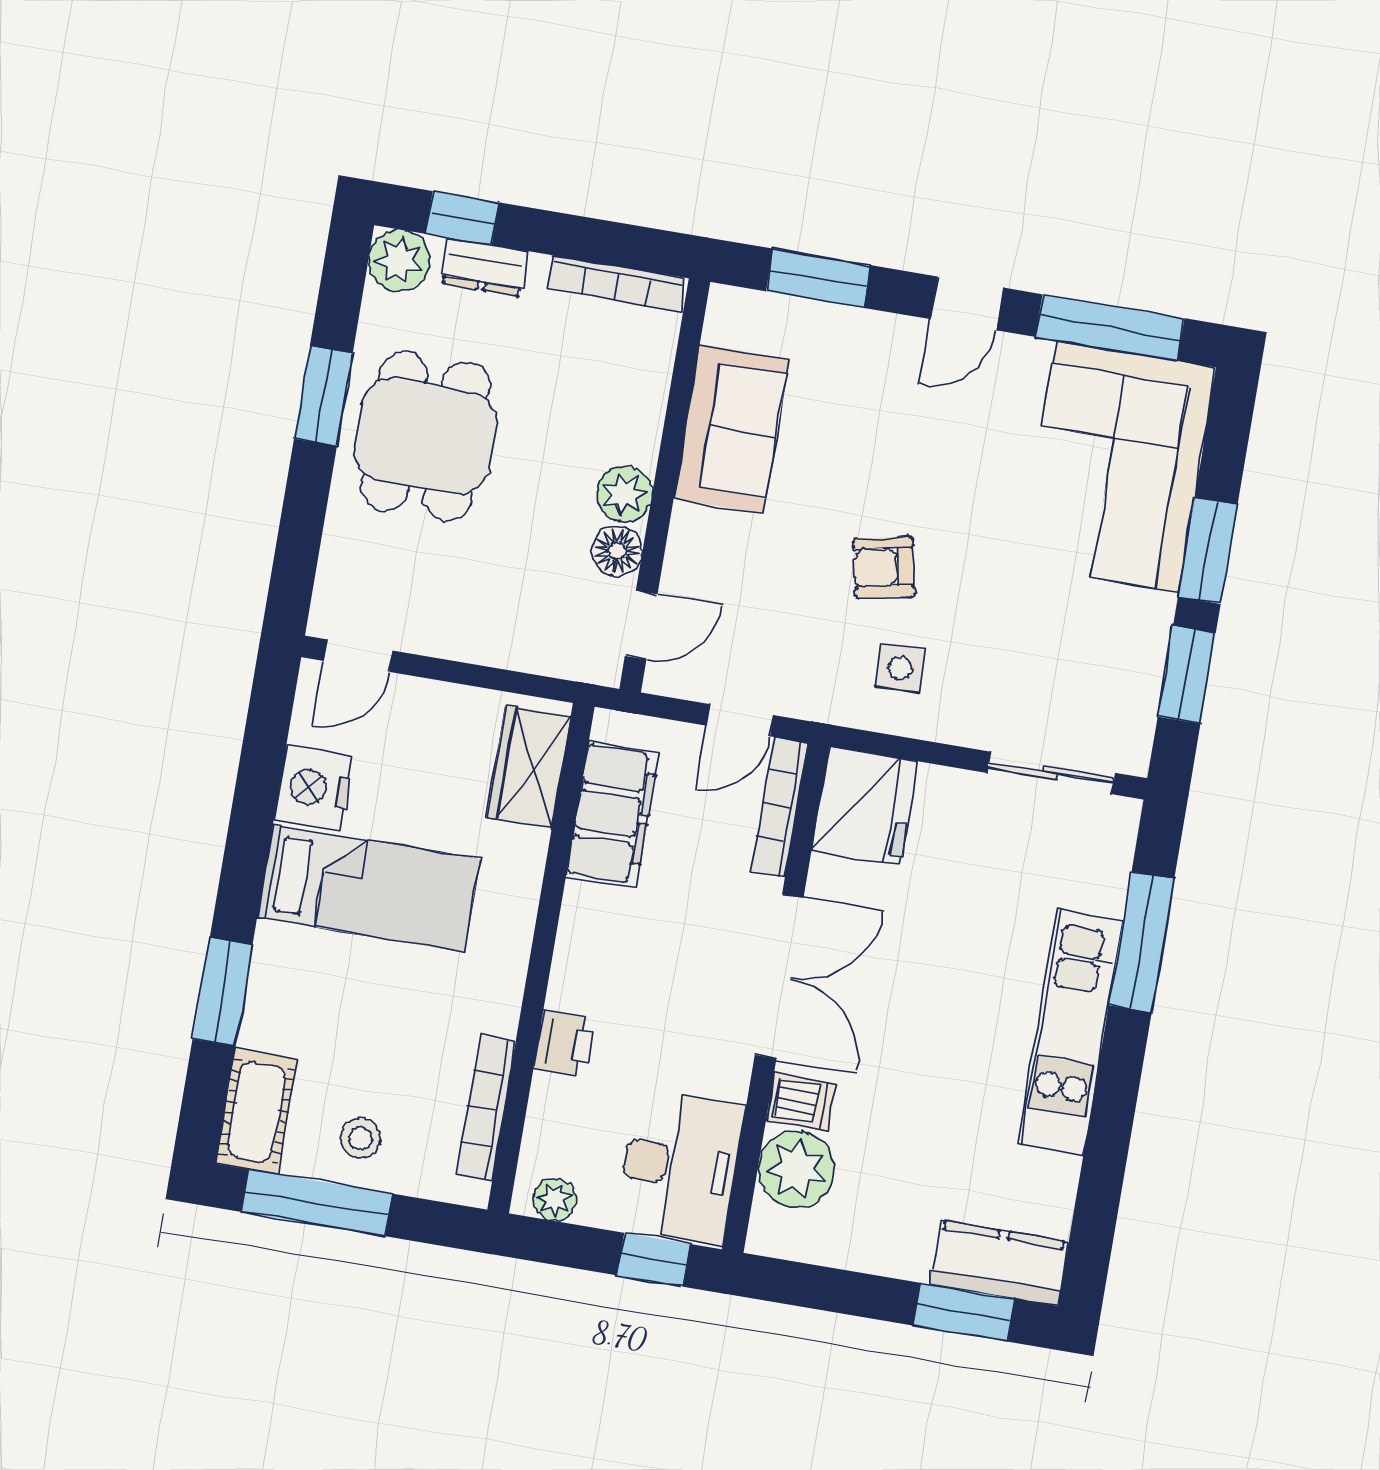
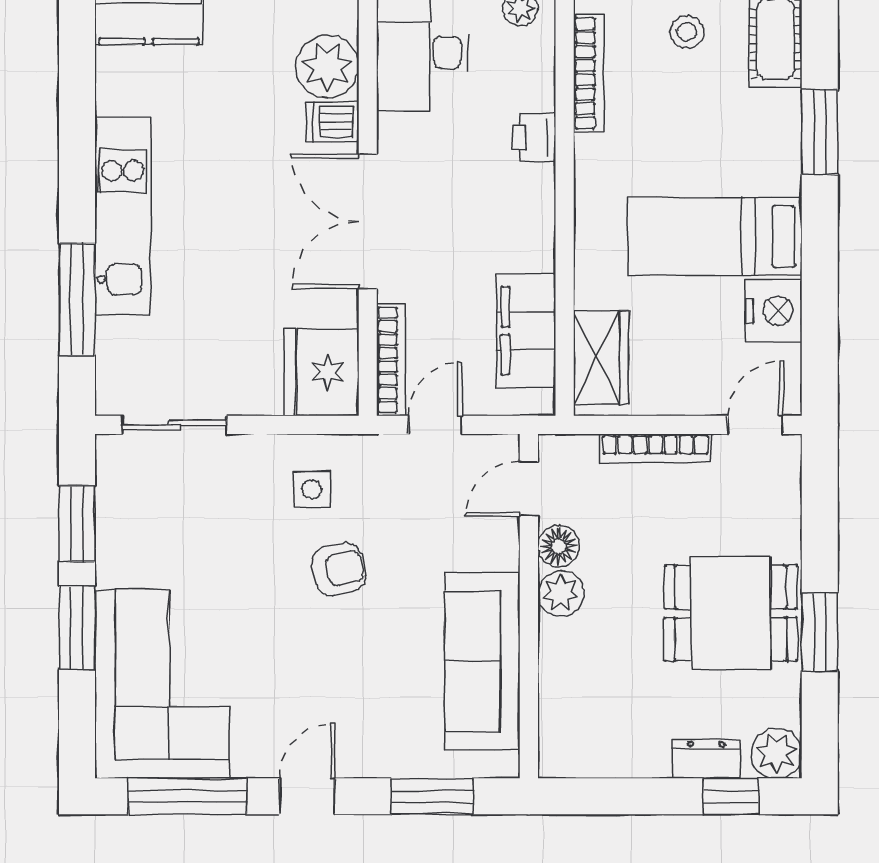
bookcase: (616, 283) -> (656, 448), moved, turned 180
sofa: (731, 429) -> (482, 661), width x1.36
dining table: (426, 436) -> (731, 613), turned 90

